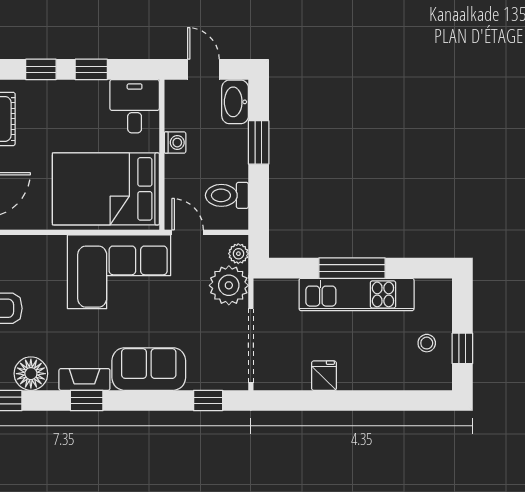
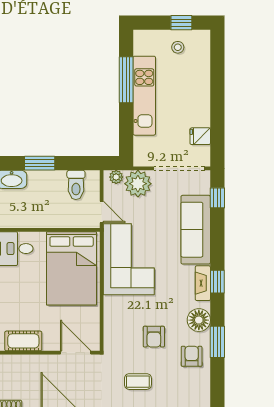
washing machine: (175, 143) -> (40, 221), removed
door: (188, 232) -> (102, 212), swing flipped
window: (352, 268) -> (126, 80), moved
sofa: (149, 369) -> (196, 230), width x1.36
fridge: (324, 376) -> (200, 136), moved

